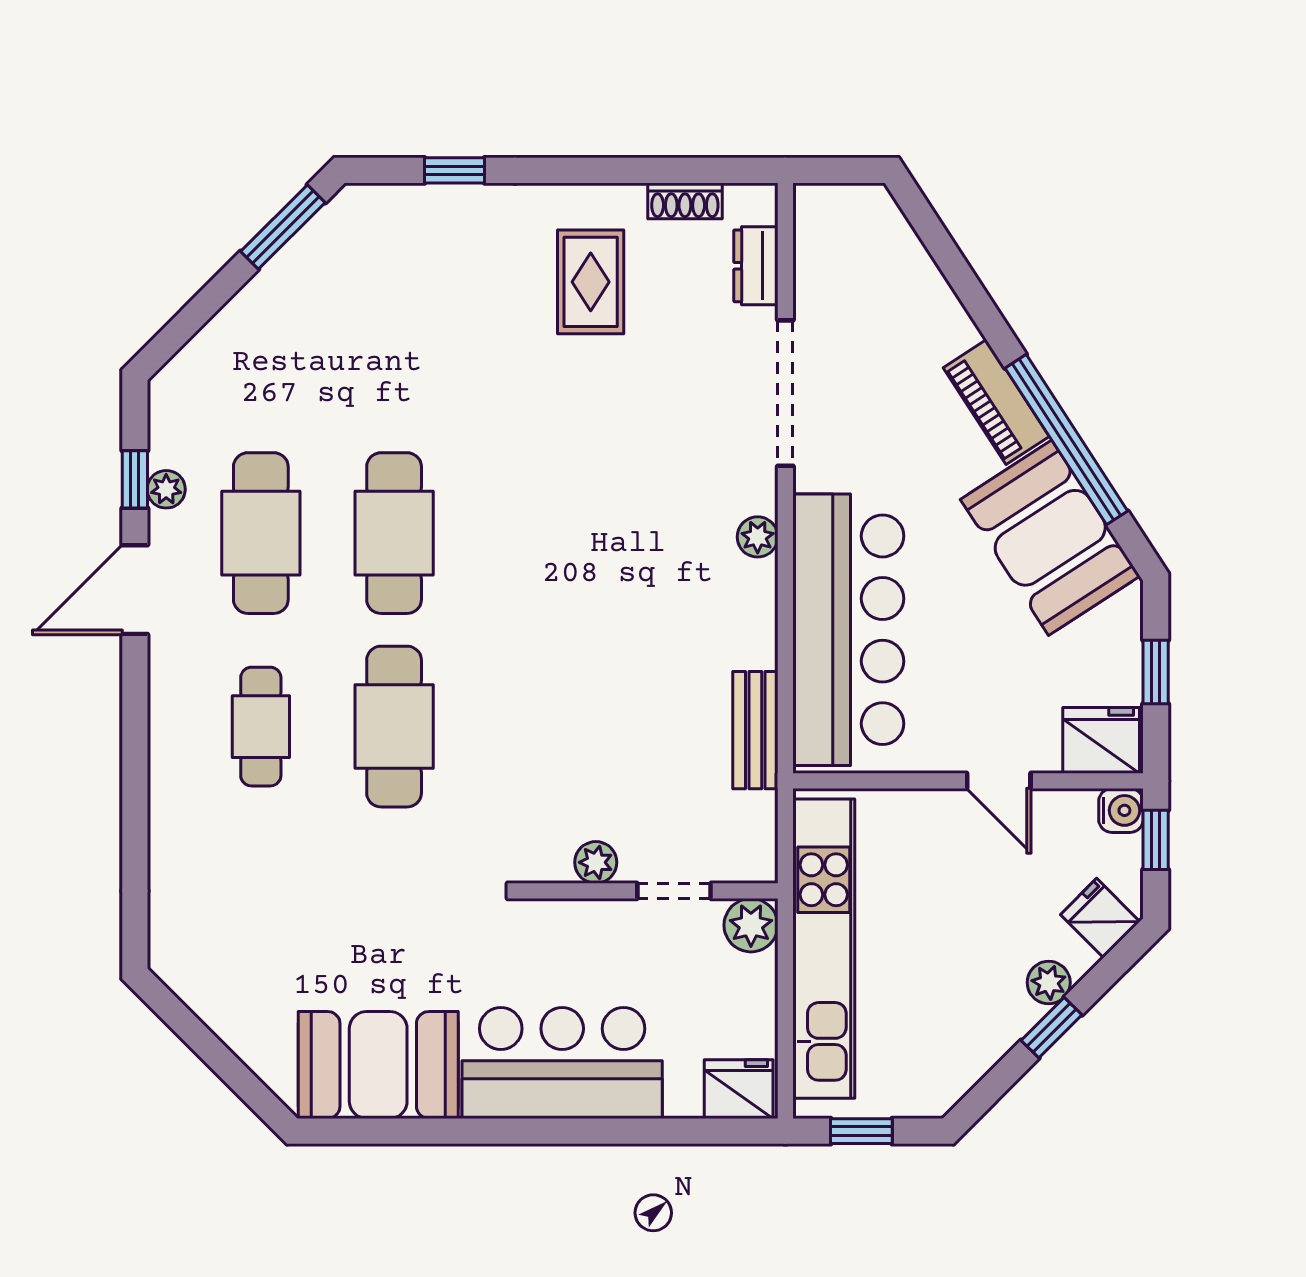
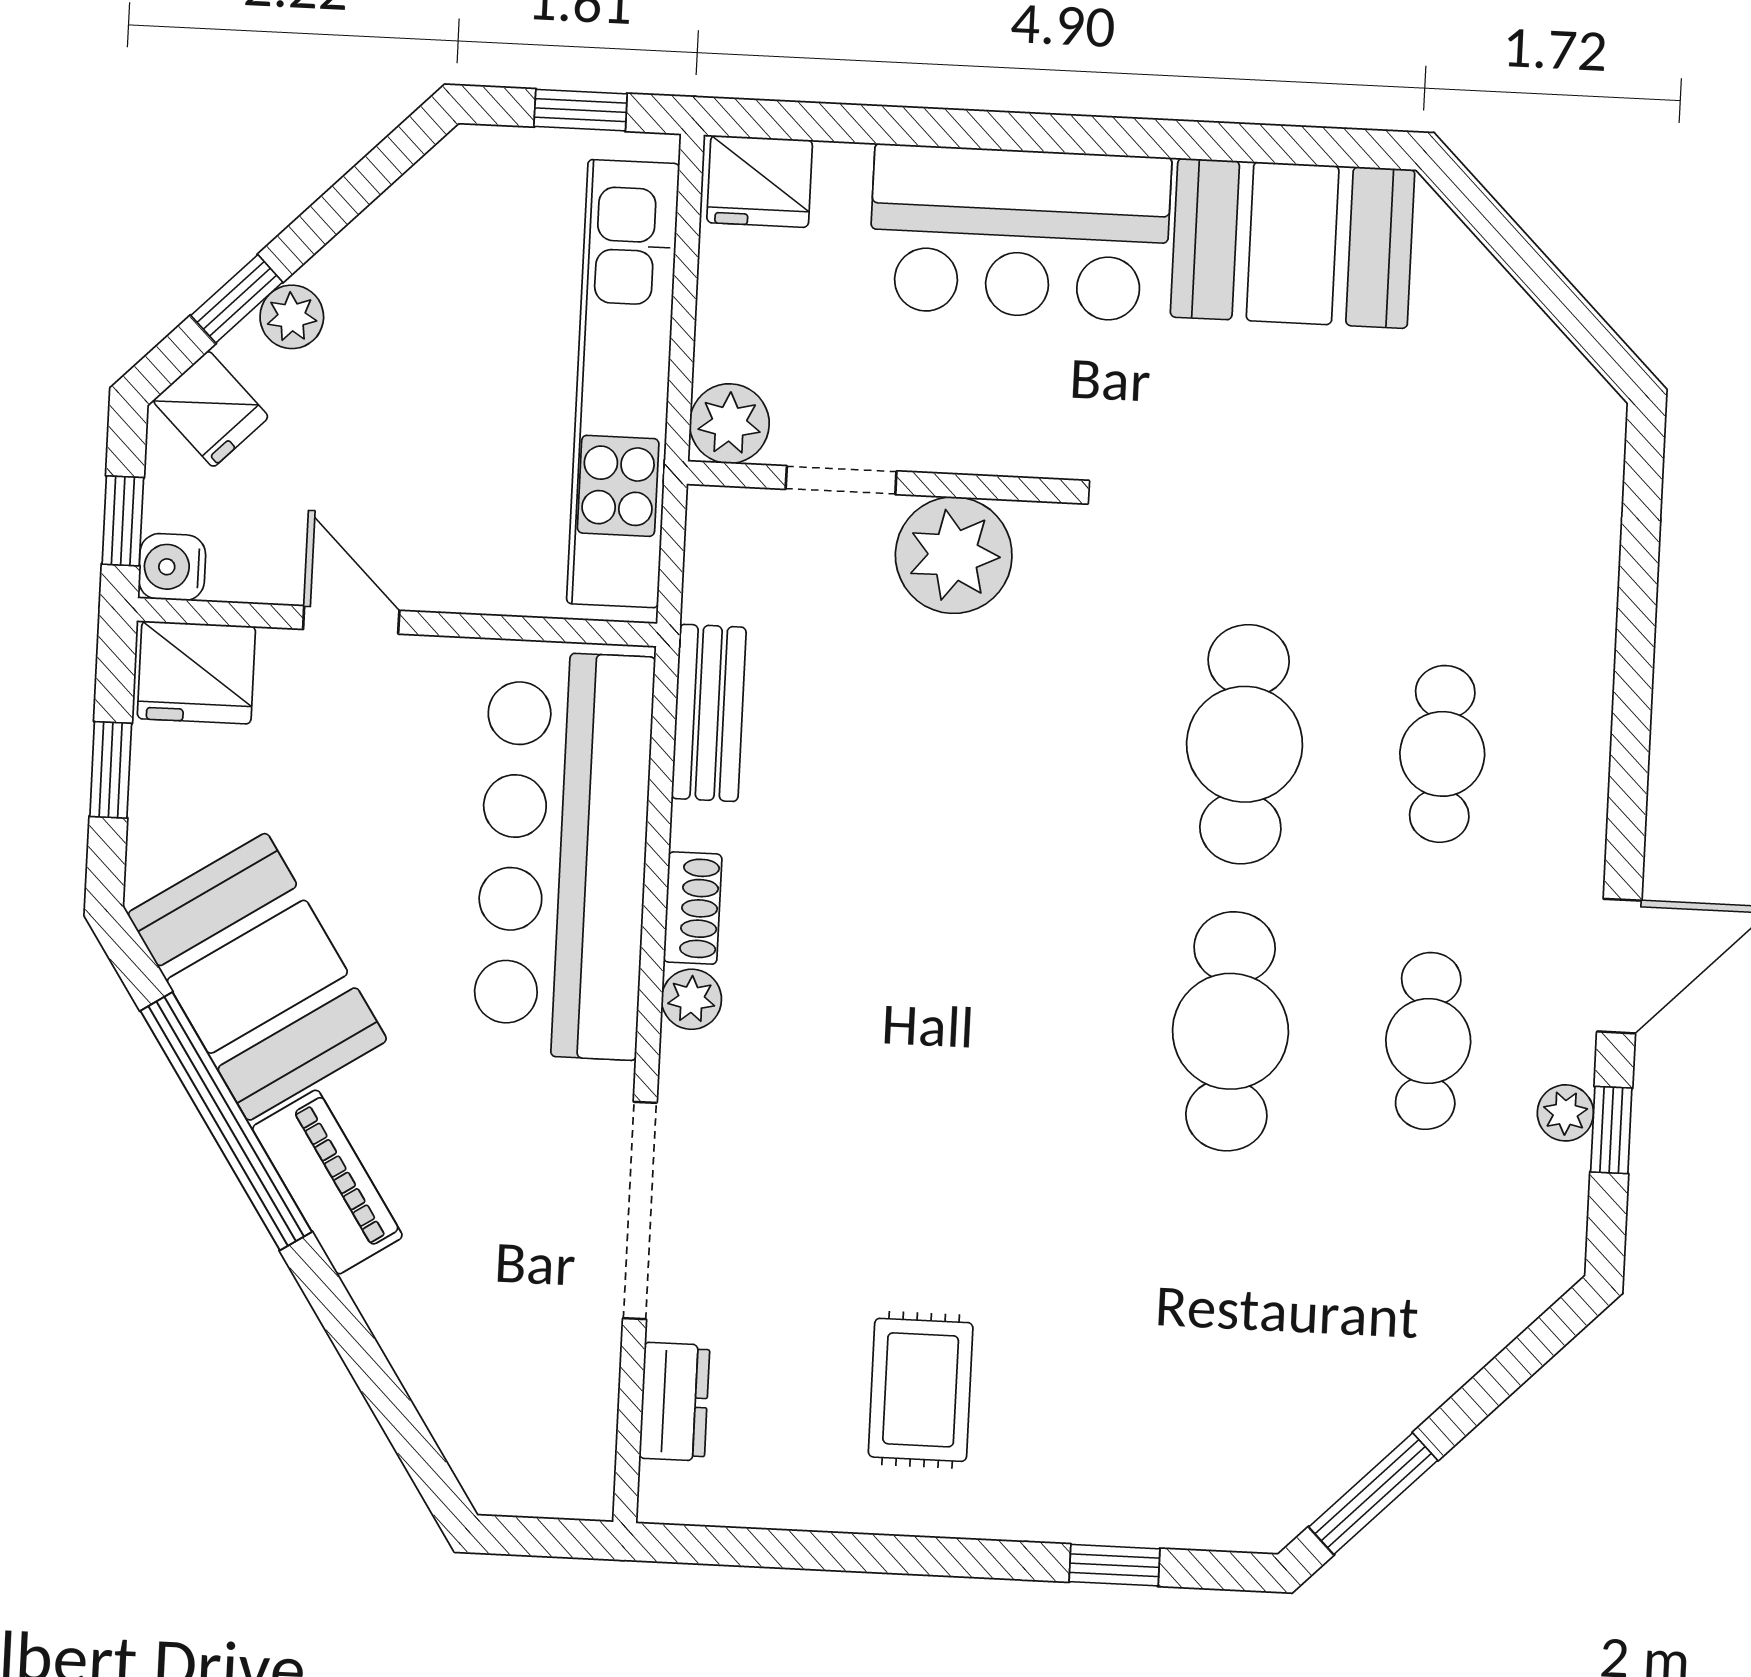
shoe rack: (685, 201) -> (693, 908), moved, turned 90
cafe table: (261, 533) -> (1428, 1041), width x0.73, depth x0.74
plant: (596, 862) -> (954, 555), width x1.88, depth x1.88
window: (1052, 1028) -> (237, 299), moved

